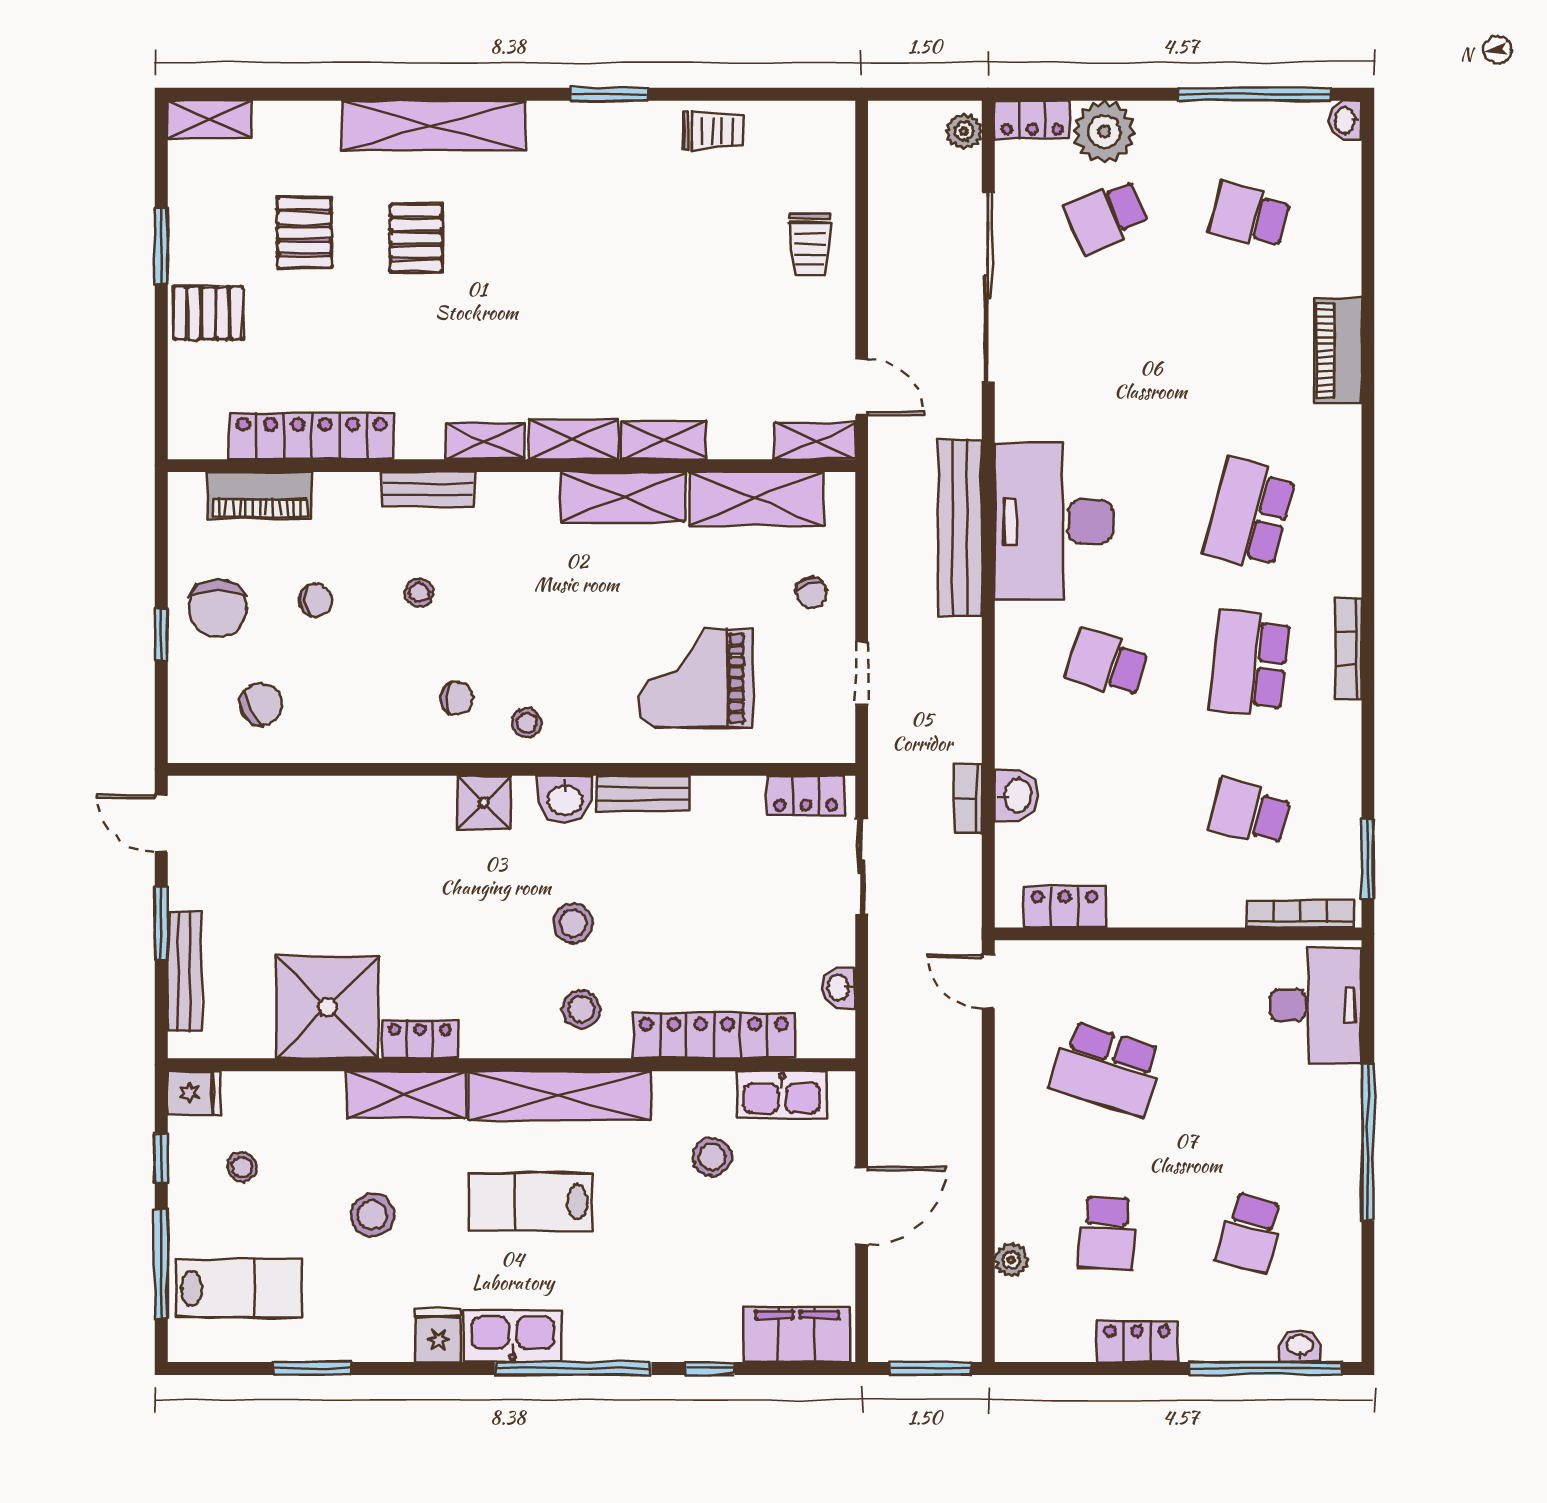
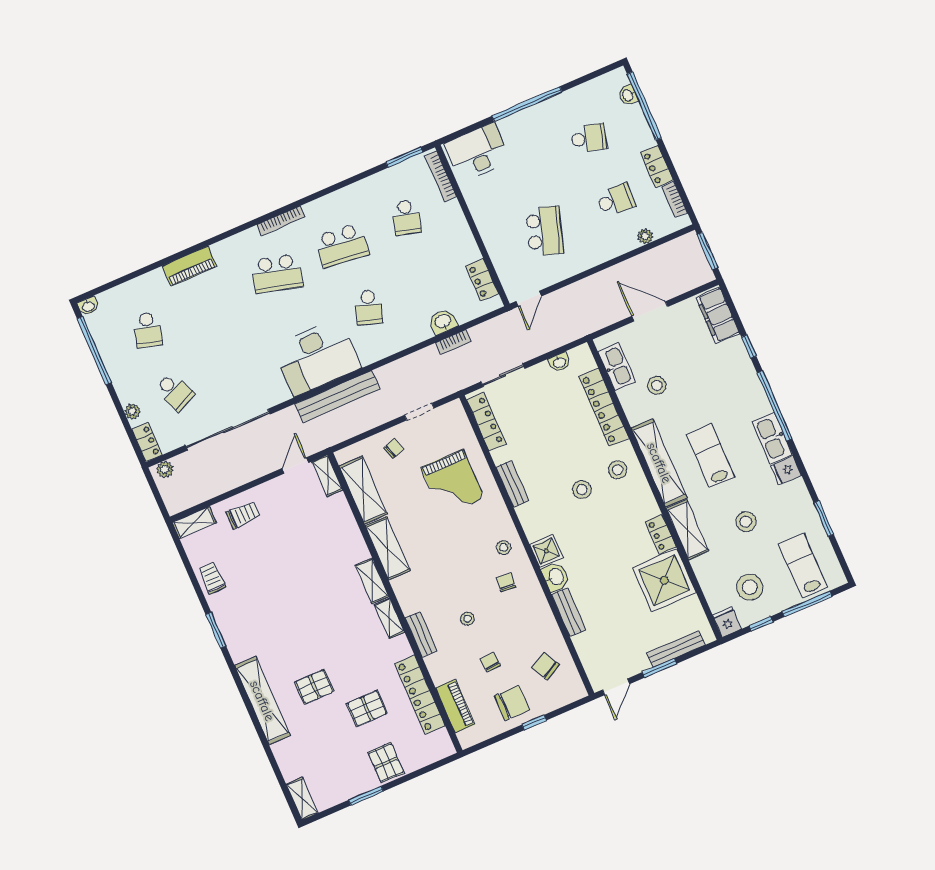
plant: (1104, 132) -> (132, 411), width x0.53, depth x0.53
pallet: (304, 233) -> (367, 708), moved
shelving: (664, 440) -> (194, 523), moved, turned 90
bookcase: (1349, 649) -> (281, 221), moved
bench: (346, 794) -> (569, 612), added
locker: (806, 795) -> (486, 422), width x1.53
washbasin: (565, 799) -> (556, 577), moved
stool: (242, 1167) -> (750, 587), width x1.89, depth x1.89
lab bench: (530, 1202) -> (711, 456), turned 180
bookcase: (1057, 1348) -> (674, 200), added

